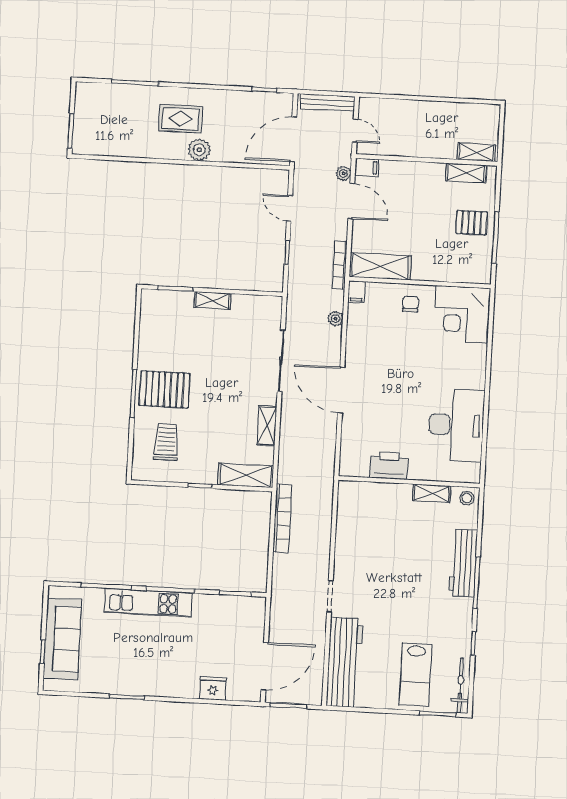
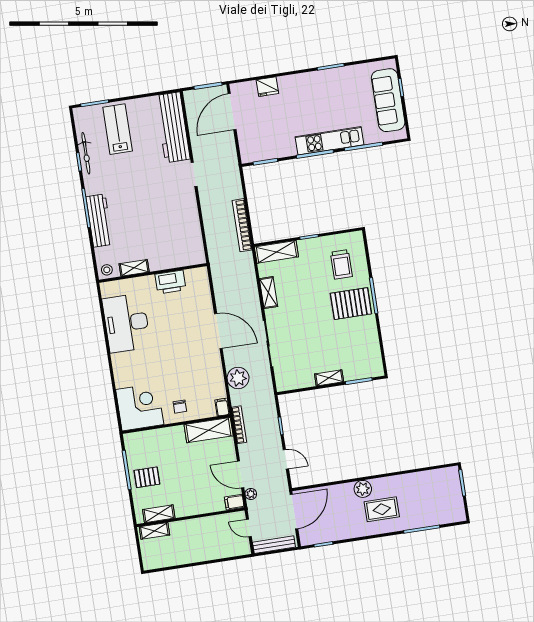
plant: (335, 319) -> (238, 378), width x1.88, depth x1.88
bicycle: (460, 686) -> (86, 153), moved

